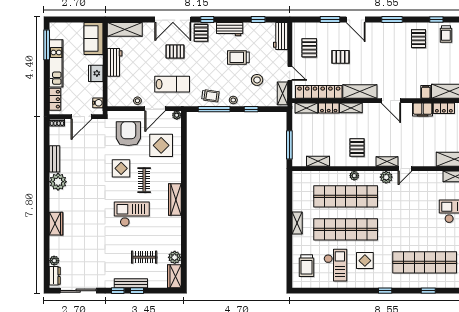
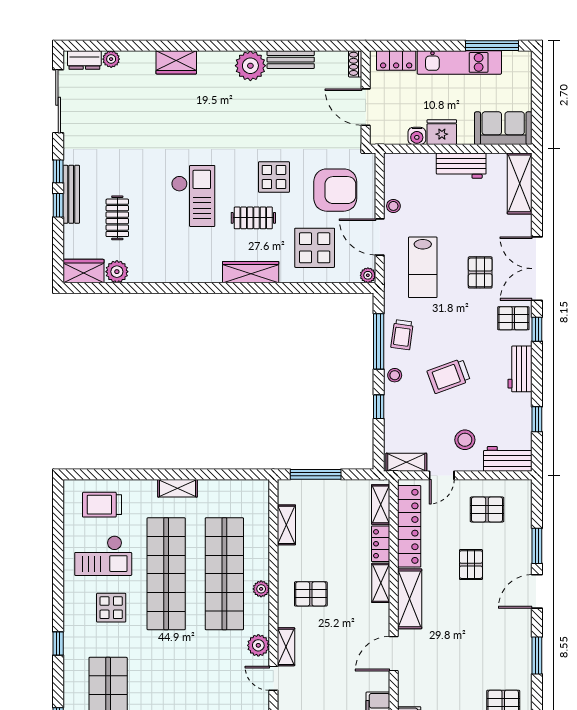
trolley: (238, 57) -> (449, 376), moved, turned -110
stool: (257, 80) -> (465, 440), moved
water cooler: (98, 103) -> (417, 136), moved
wardrobe: (175, 199) -> (251, 272), moved

